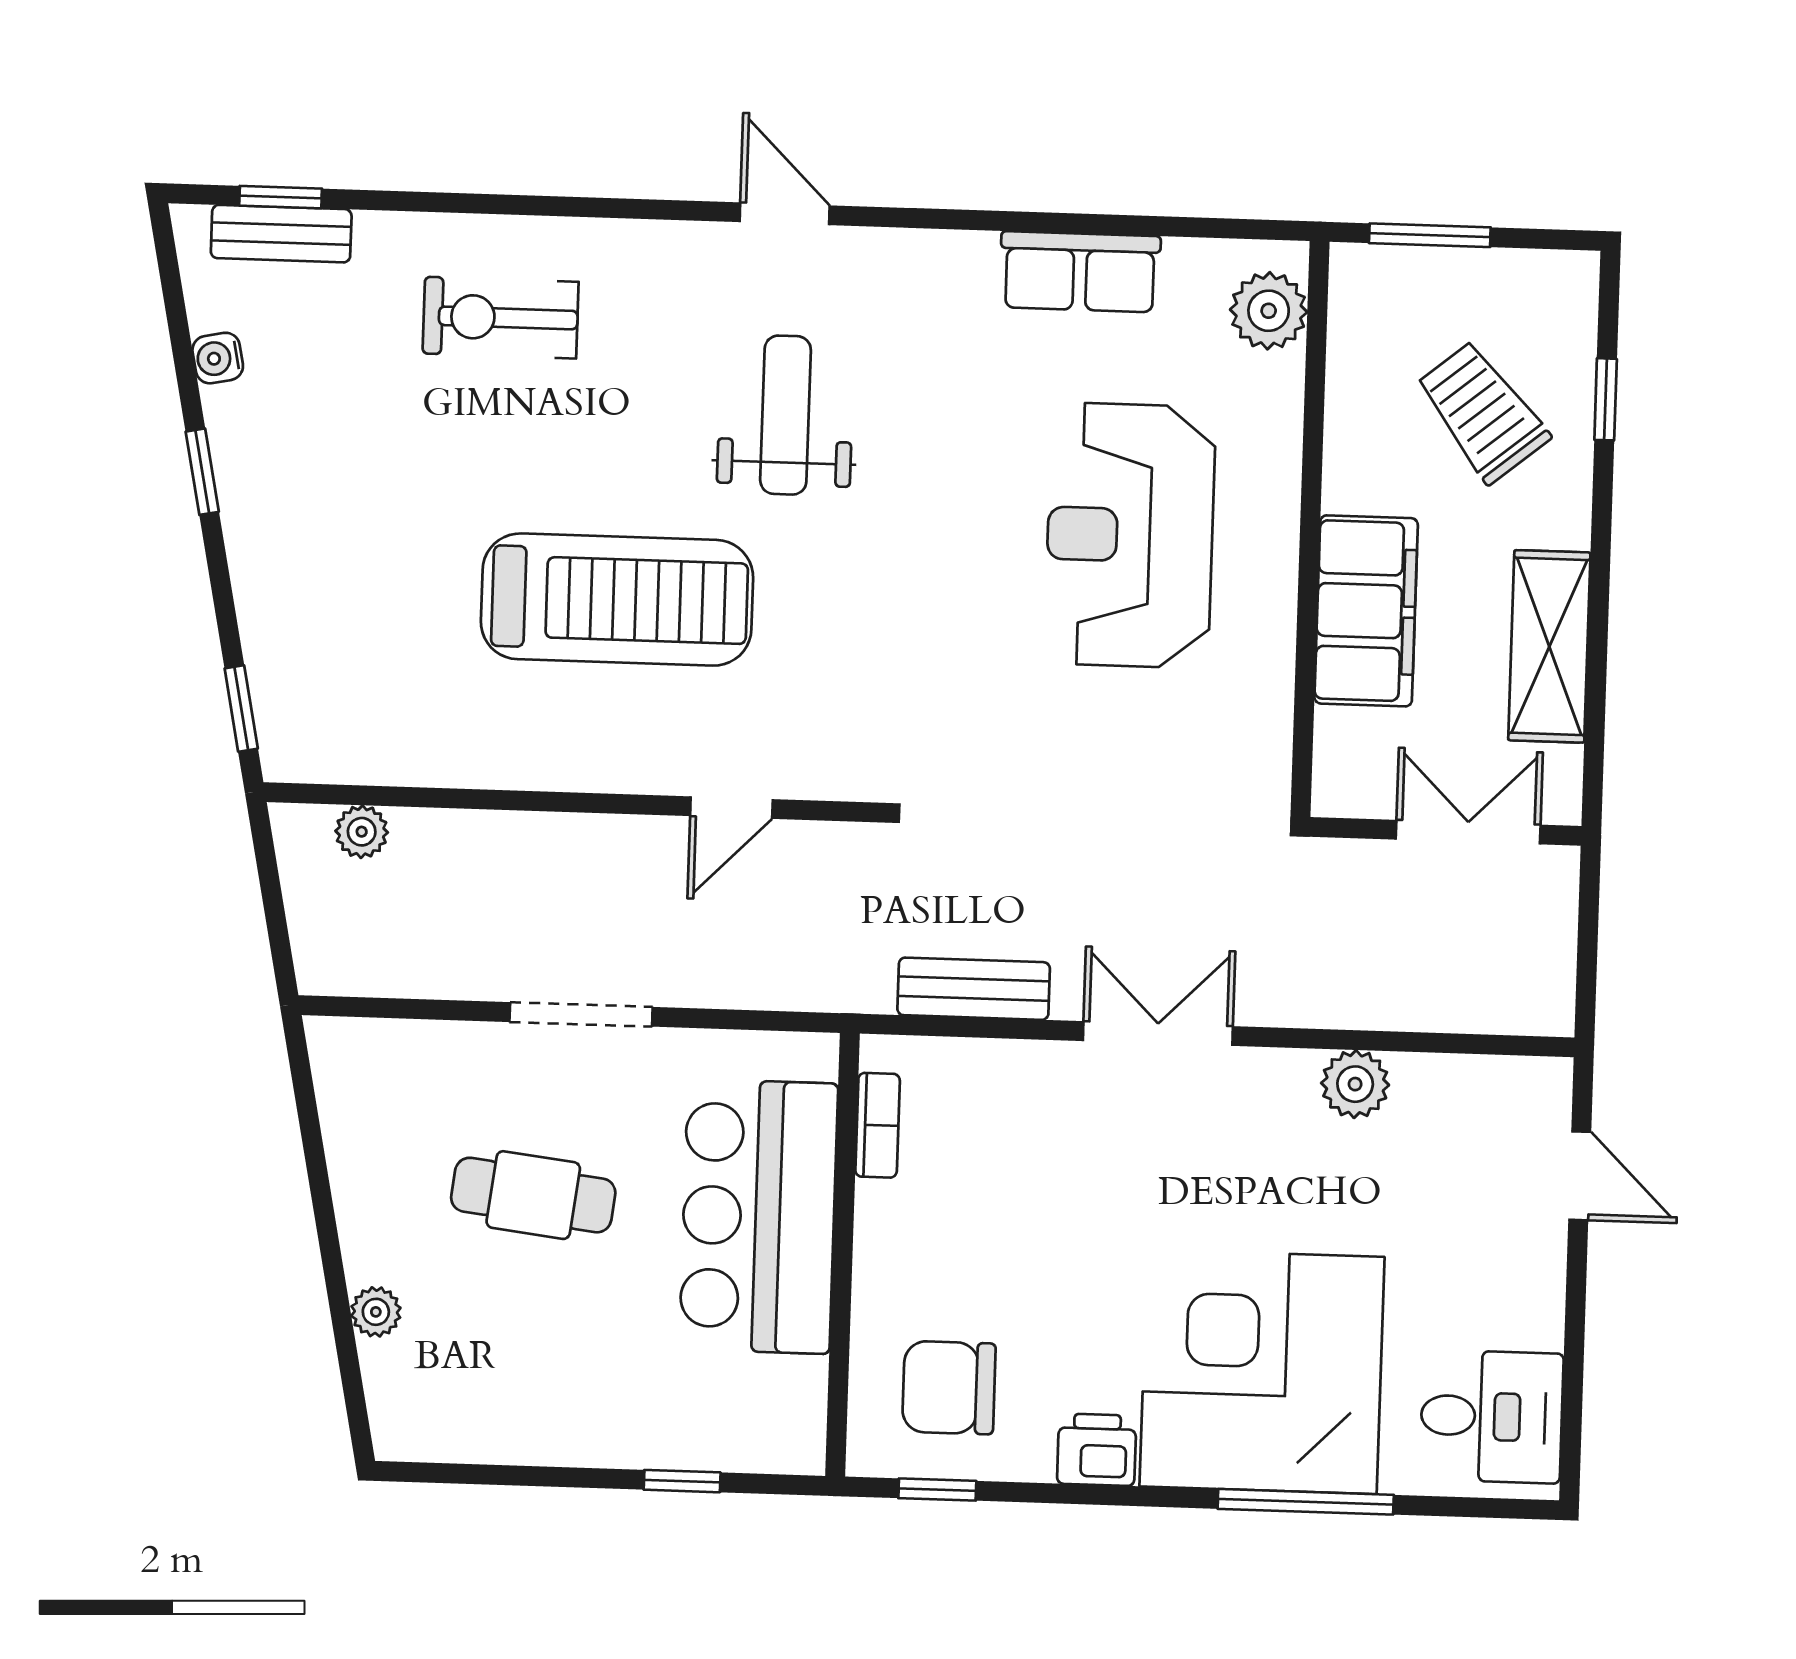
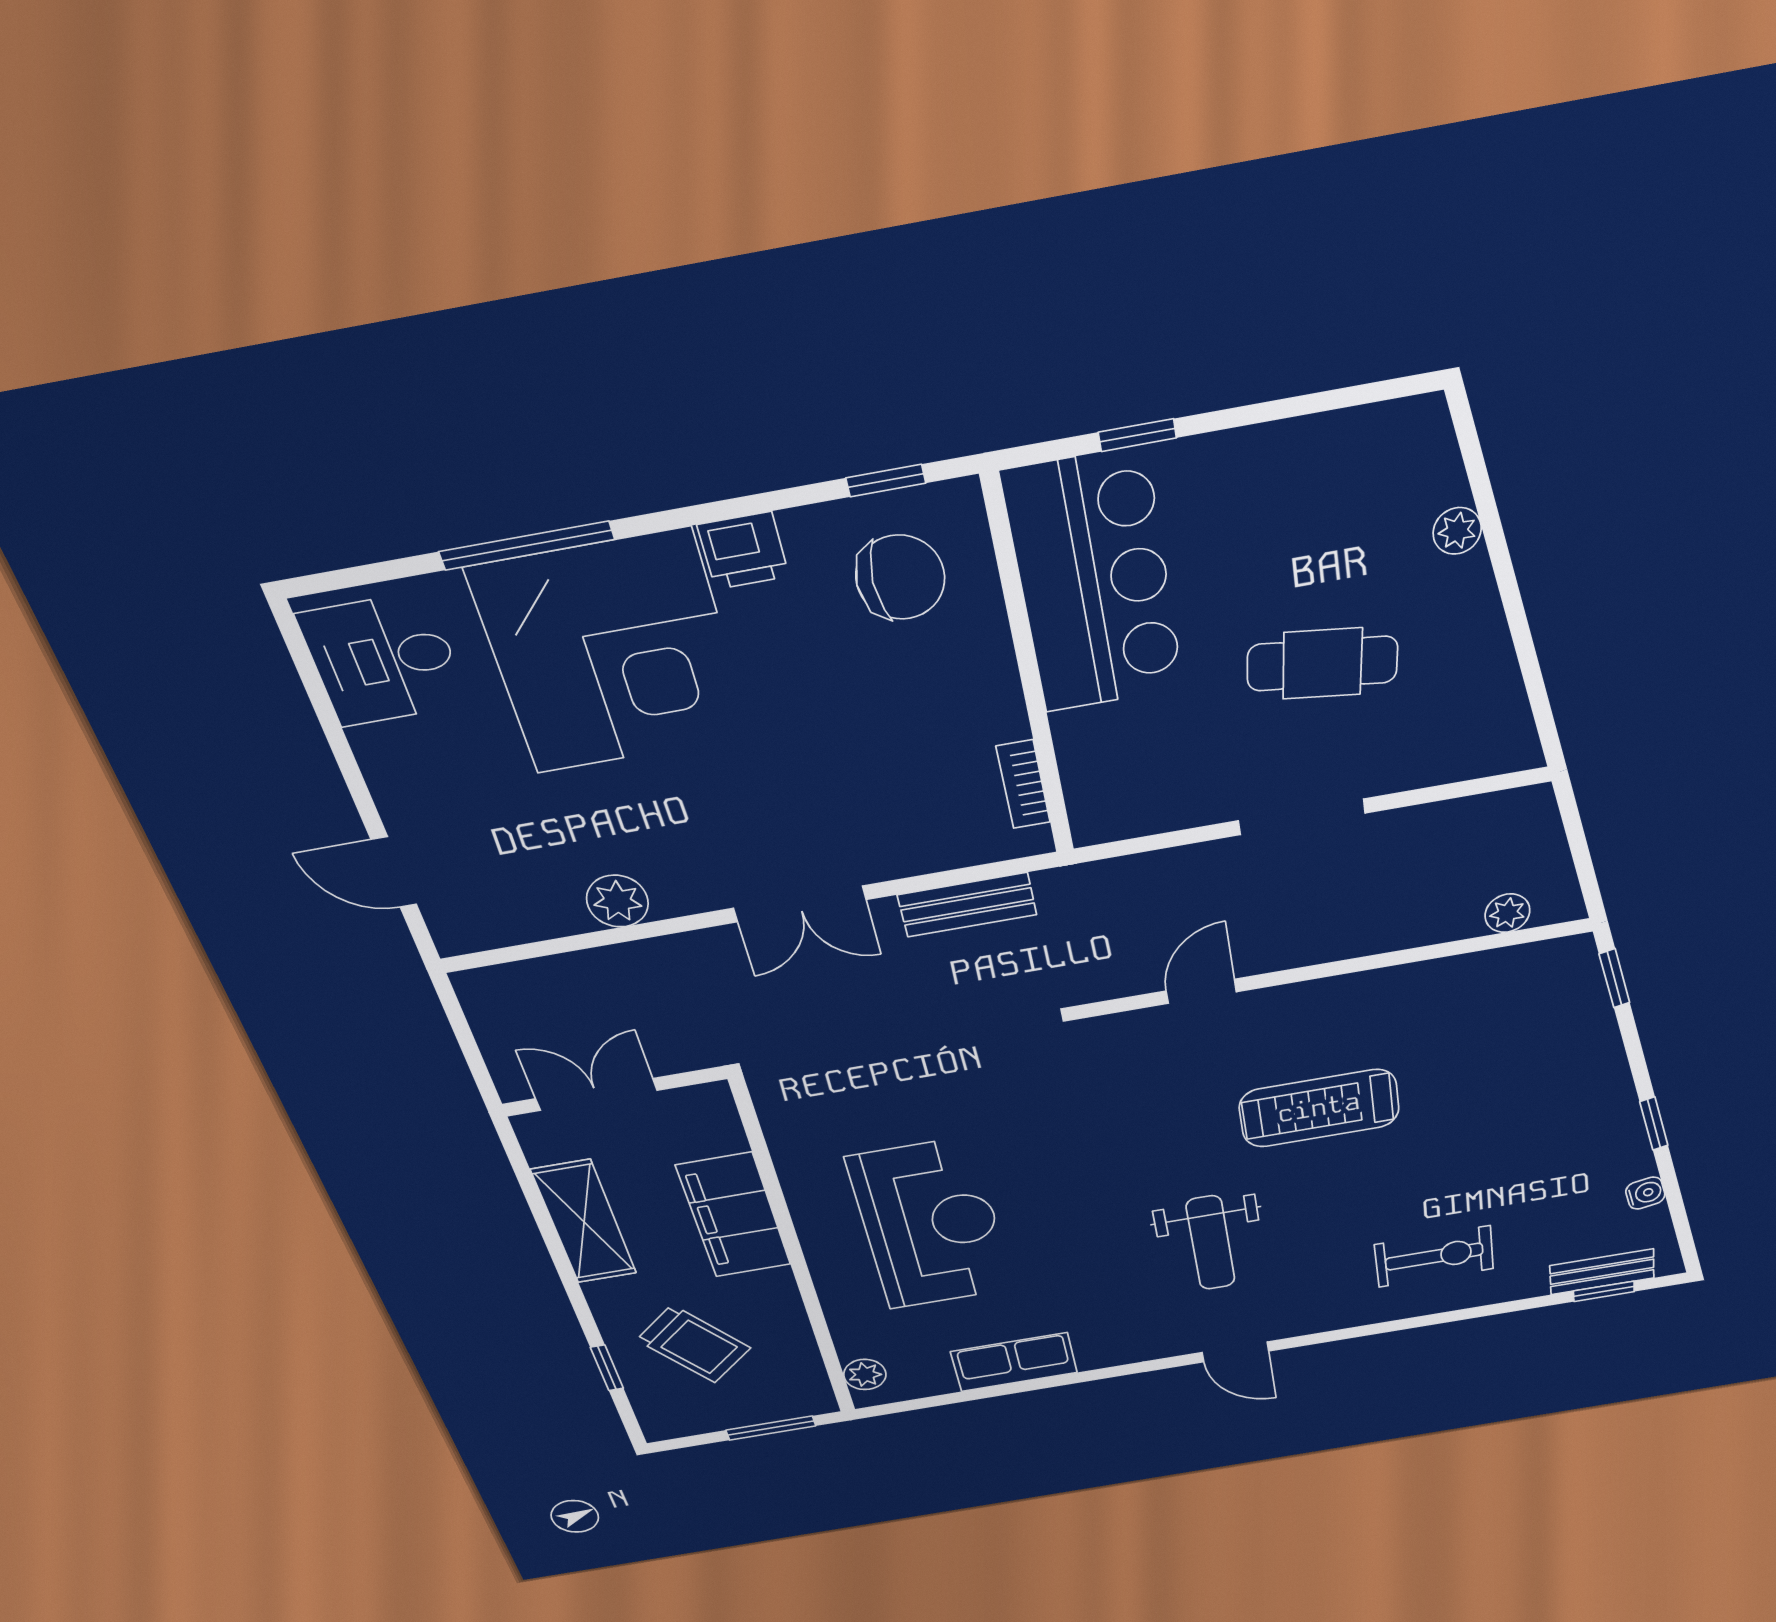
plant: (1269, 311) -> (865, 1375), width x0.73, depth x0.73
treadmill: (617, 600) -> (1319, 1108), width x0.73, depth x0.73
double door: (1468, 832) -> (596, 1095), swing flipped
bar counter: (759, 1216) -> (1094, 583), moved

